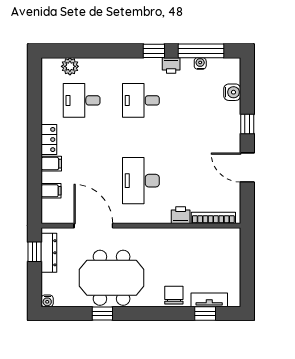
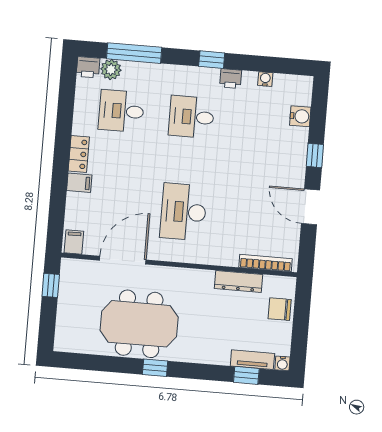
window: (201, 51) -> (134, 53), moved
filing cabinet: (51, 191) -> (74, 242), moved, turned -90
printer: (181, 215) -> (88, 67), moved, turned 180
door: (93, 226) -> (123, 260), hinge flipped
dresser: (49, 253) -> (238, 281), moved, turned 90
chair: (174, 295) -> (280, 309), moved, turned -90
water cooler: (47, 301) -> (282, 363), moved
window: (102, 313) -> (155, 368), moved

